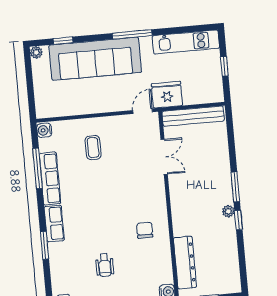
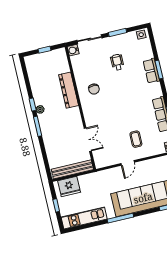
fridge: (167, 95) -> (69, 186), moved
door: (143, 111) -> (128, 163), moved
double door: (164, 157) -> (88, 140), swing flipped
row of seats: (54, 224) -> (151, 71), moved
dresser: (185, 263) -> (69, 90), moved

